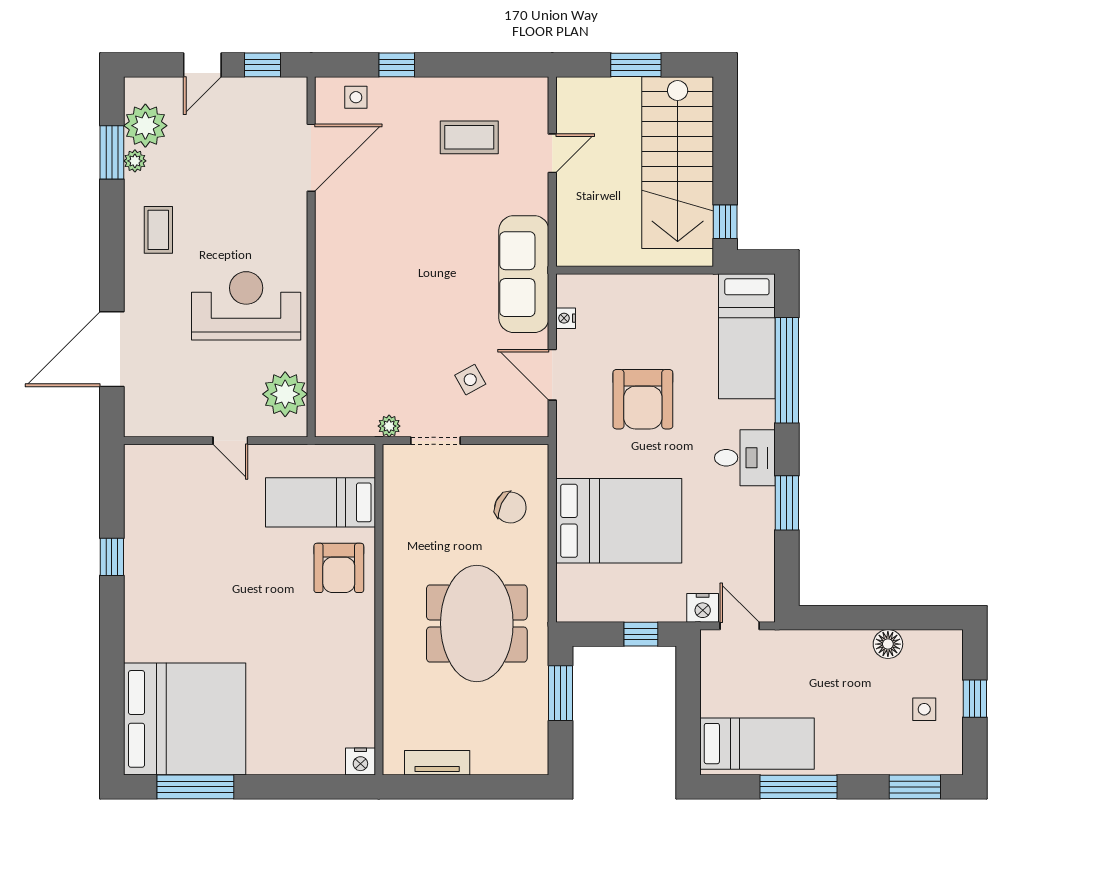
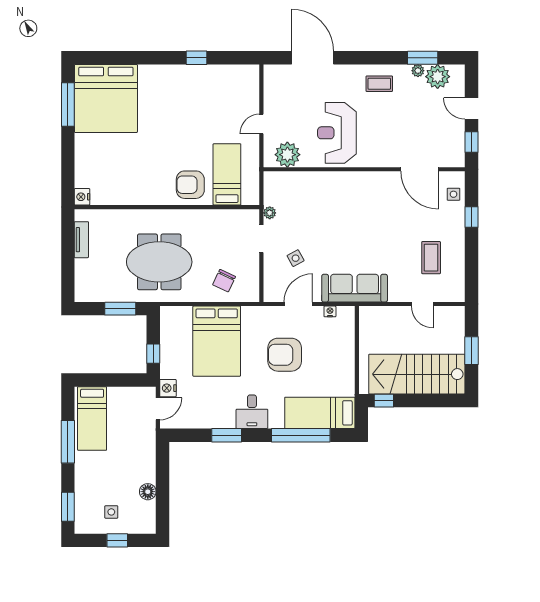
reception desk: (246, 306) -> (337, 133), turned 180

